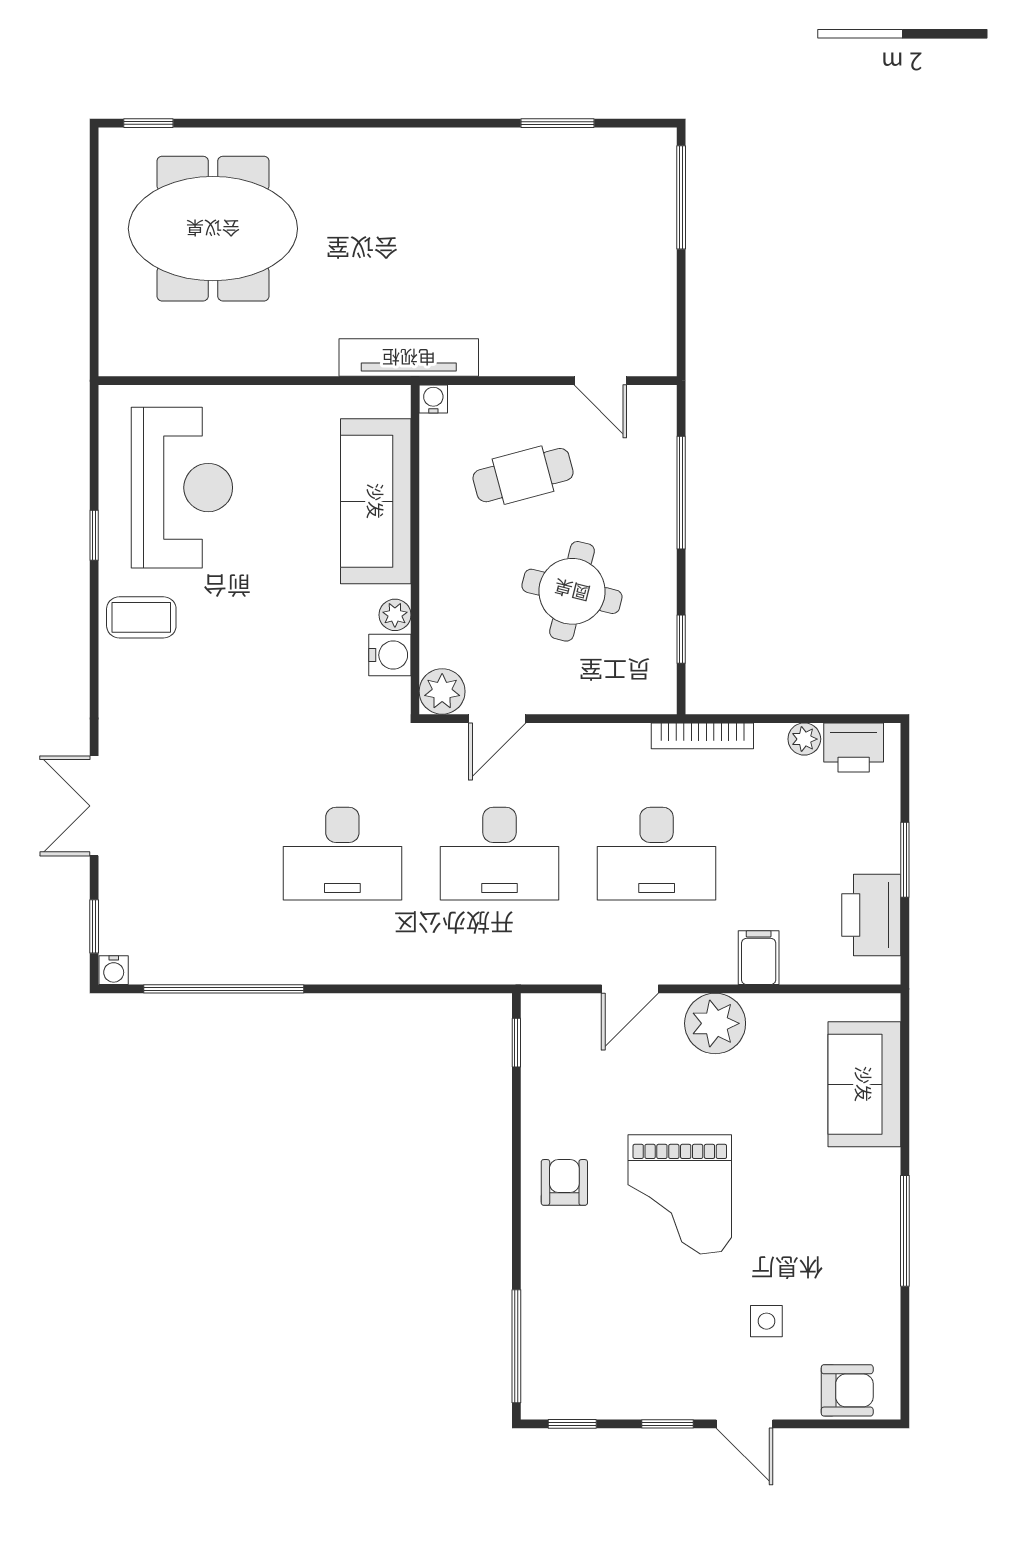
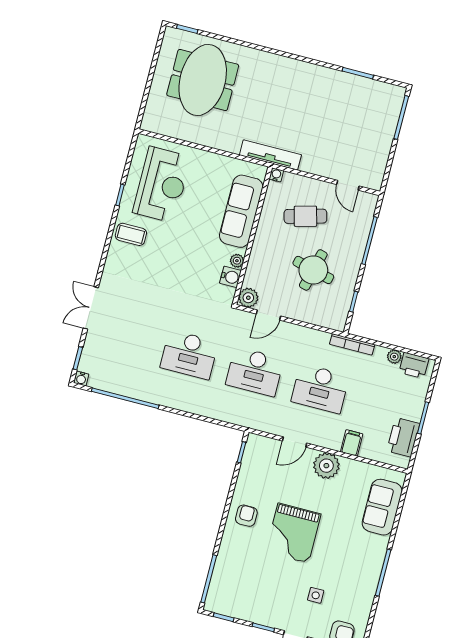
meeting table: (213, 229) -> (203, 80), turned 90

